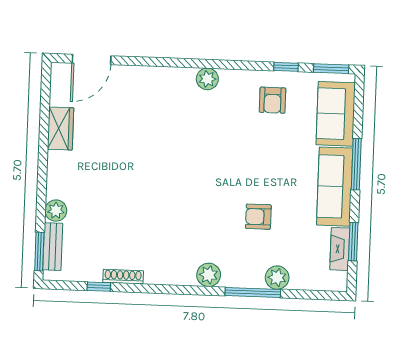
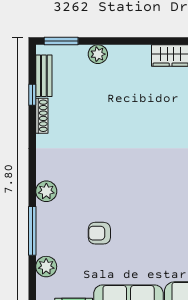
armchair: (258, 217) -> (99, 233), turned -90
bench: (53, 247) -> (44, 76), moved, turned 90
plant: (277, 278) -> (46, 267), moved

